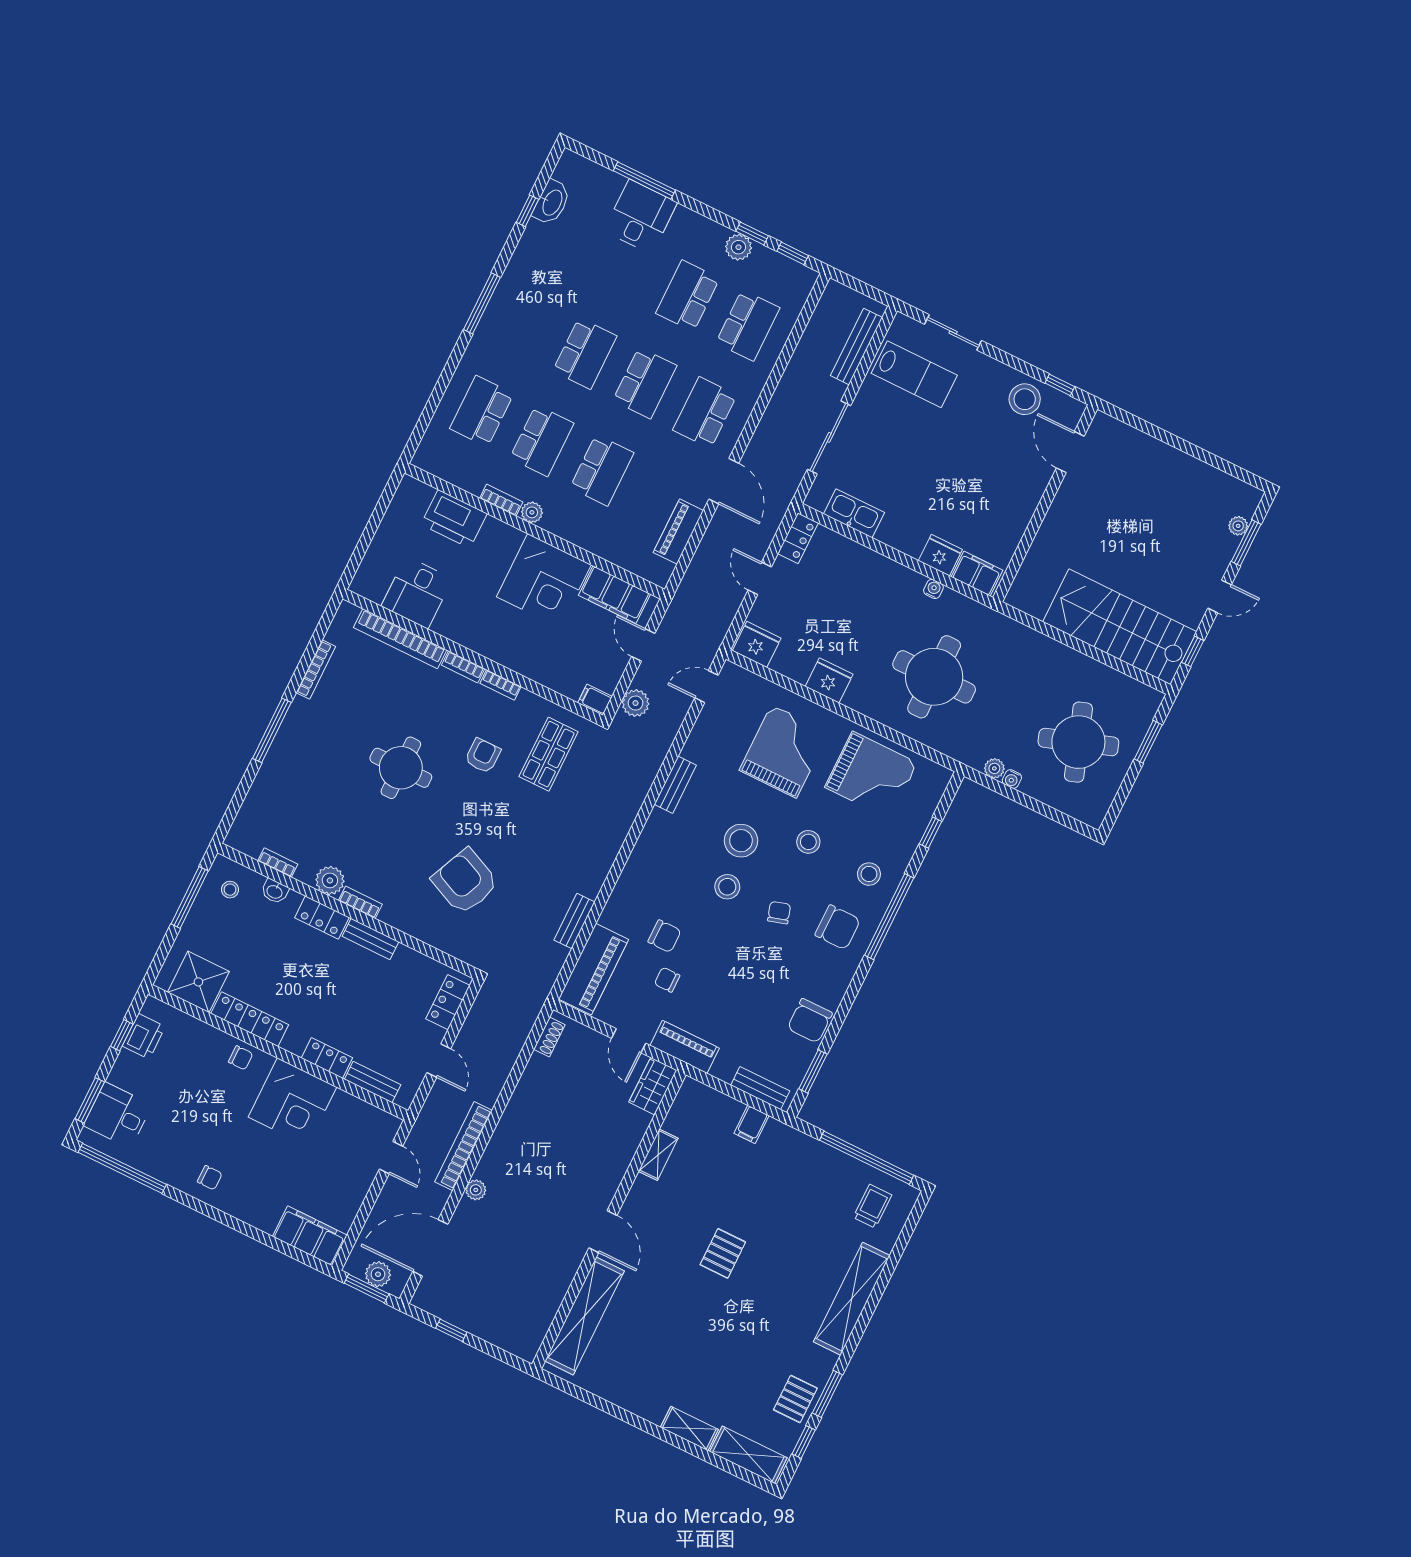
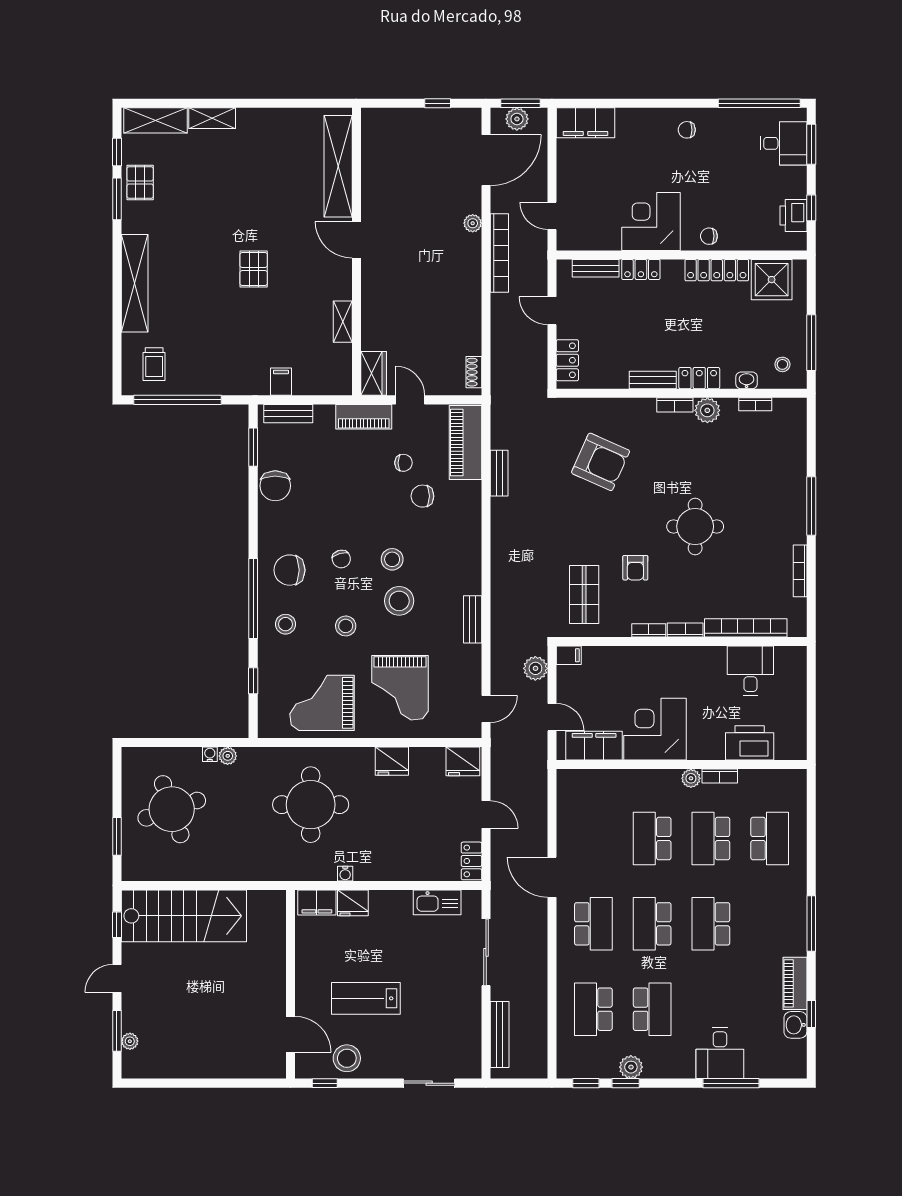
washbasin: (552, 202) -> (795, 1025), width x0.72
lab bench: (914, 374) -> (366, 998), moved
piano: (678, 532) -> (795, 983), moved, turned 180
chair: (810, 1021) -> (275, 486), turned 180

